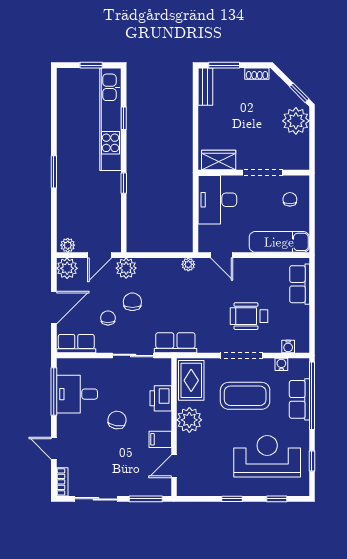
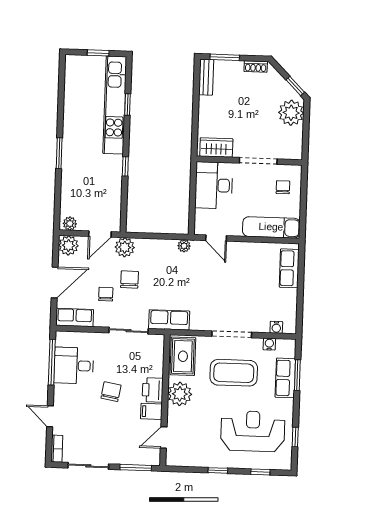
wheelchair: (249, 316) -> (240, 297), removed
window: (312, 396) -> (297, 375), width x0.47
printer: (161, 398) -> (153, 390), moved

